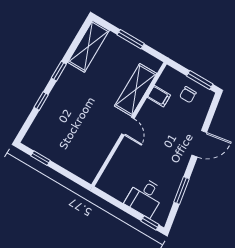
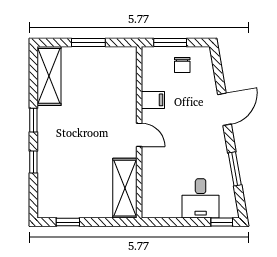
window: (200, 80) -> (170, 43), moved
shelving: (136, 90) -> (125, 188), moved
filing cabinet: (159, 96) -> (153, 100), moved

